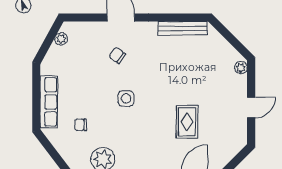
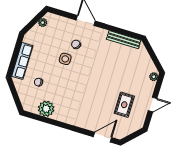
side table: (126, 98) -> (65, 59), moved
rug: (187, 122) -> (124, 105), moved

